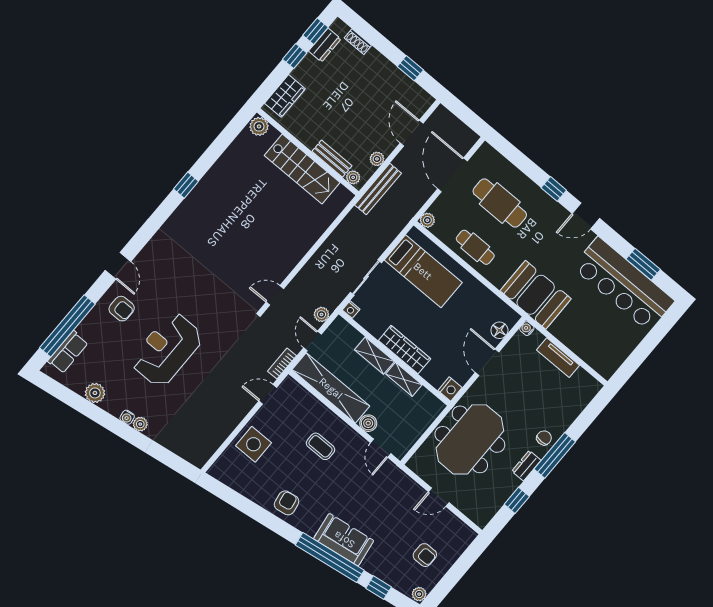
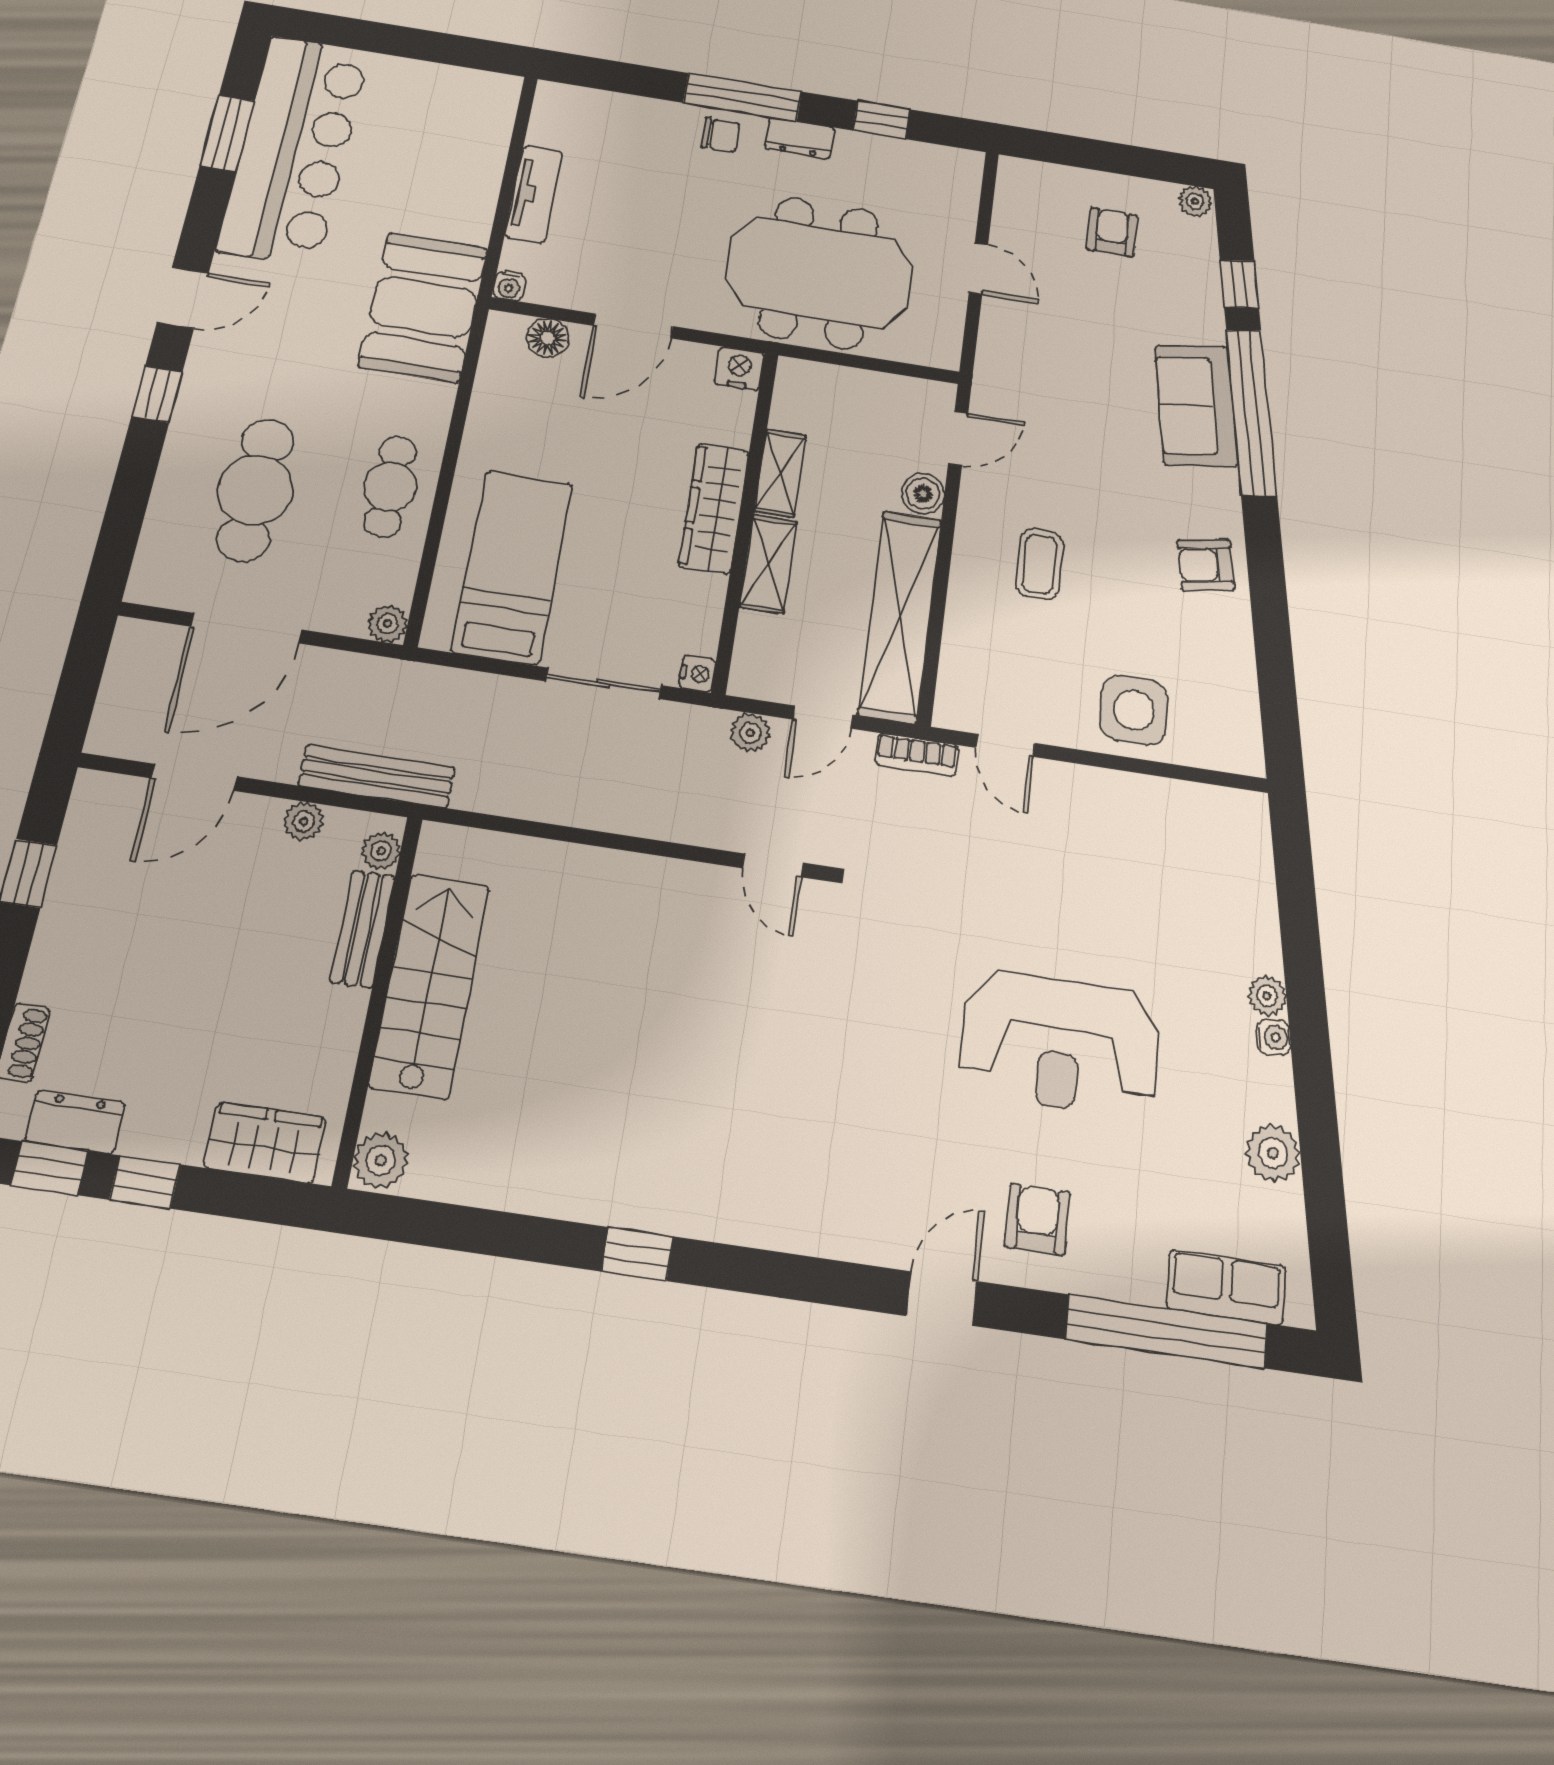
door: (586, 216) -> (183, 298), hinge flipped
chair: (544, 438) -> (720, 135), turned 180

